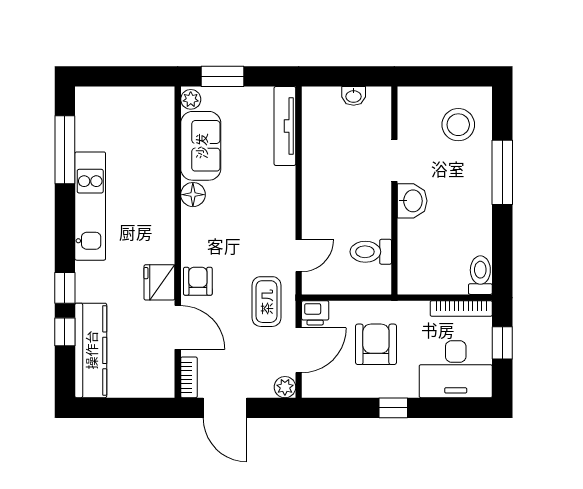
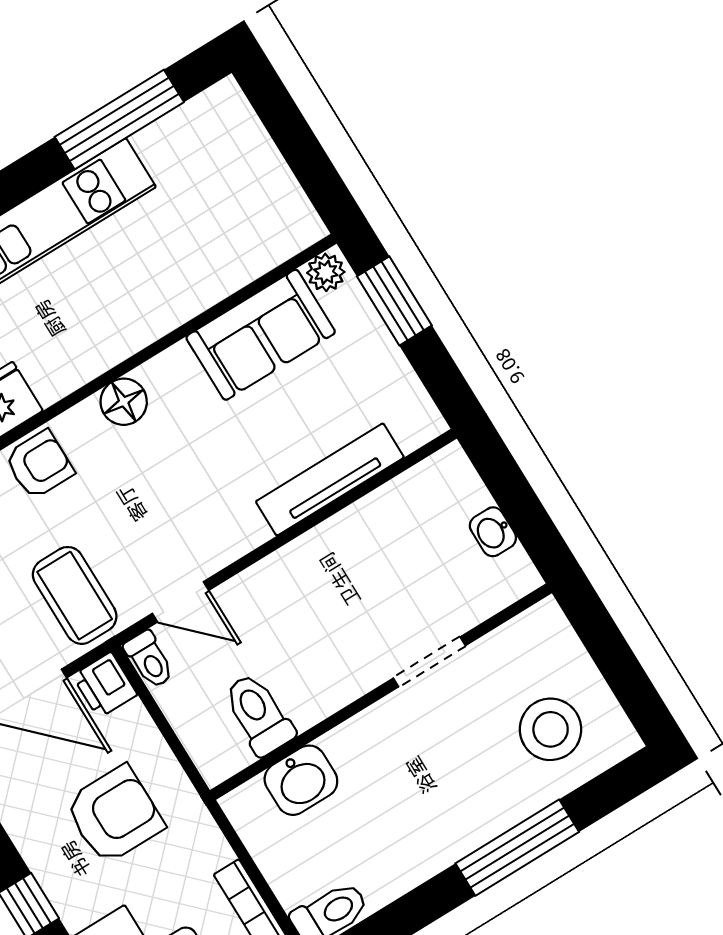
tv unit: (285, 126) -> (330, 479), moved
floor lamp: (193, 195) -> (124, 402), moved
washbasin: (412, 201) -> (301, 780), moved
toilet: (316, 286) -> (149, 660), added
coffee table: (266, 302) -> (75, 595), turned 90

